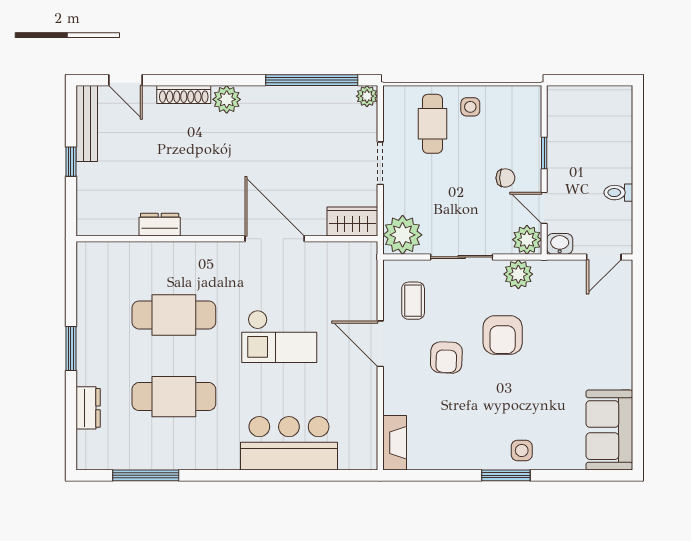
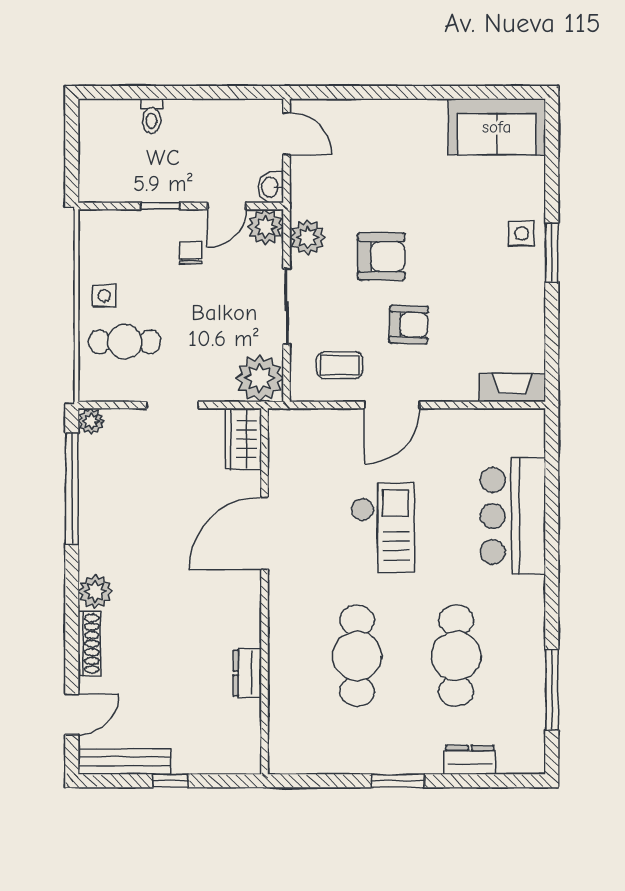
toilet: (618, 193) -> (152, 116), moved

